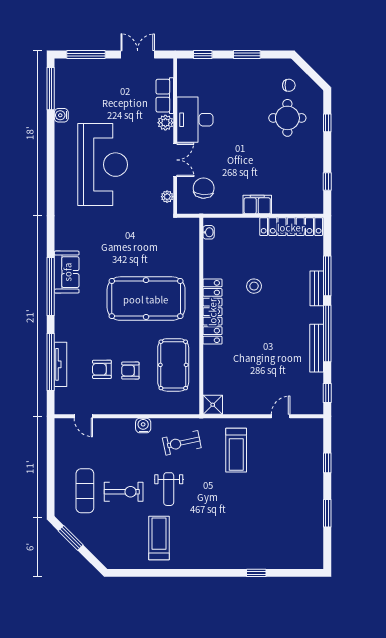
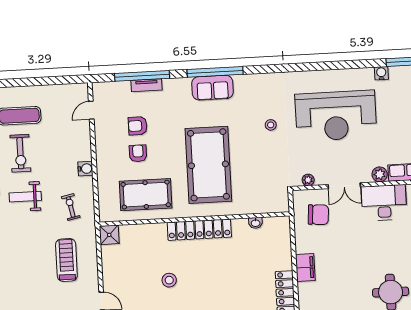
stool: (108, 232) -> (271, 125), added
washbasin: (209, 232) -> (256, 223), moved
sofa: (67, 272) -> (213, 88), moved
stool: (254, 286) -> (169, 280), moved
tv unit: (61, 364) -> (147, 85), width x0.71
armchair: (102, 369) -> (138, 126), turned -90
exercise bike: (182, 443) -> (71, 207), width x0.73, depth x0.72
treadmill: (236, 450) -> (66, 260), turned 90

